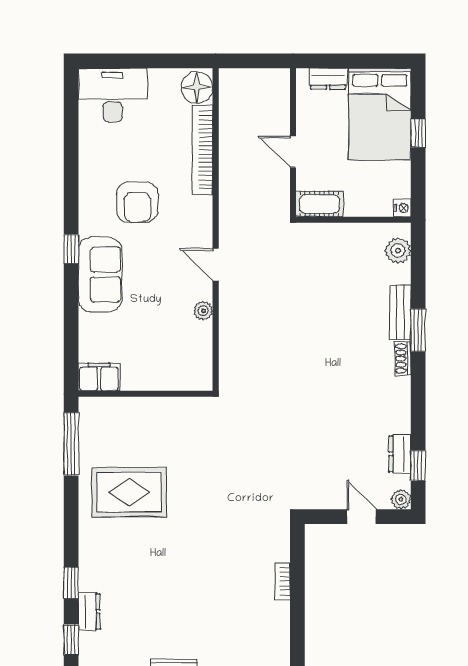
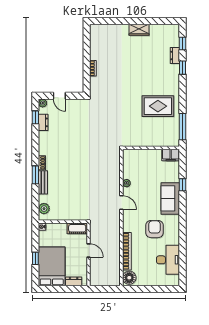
desk: (113, 95) -> (168, 260), moved, turned -90
window: (71, 249) -> (183, 185), moved

